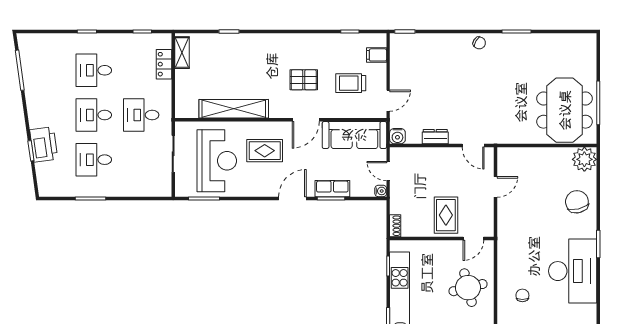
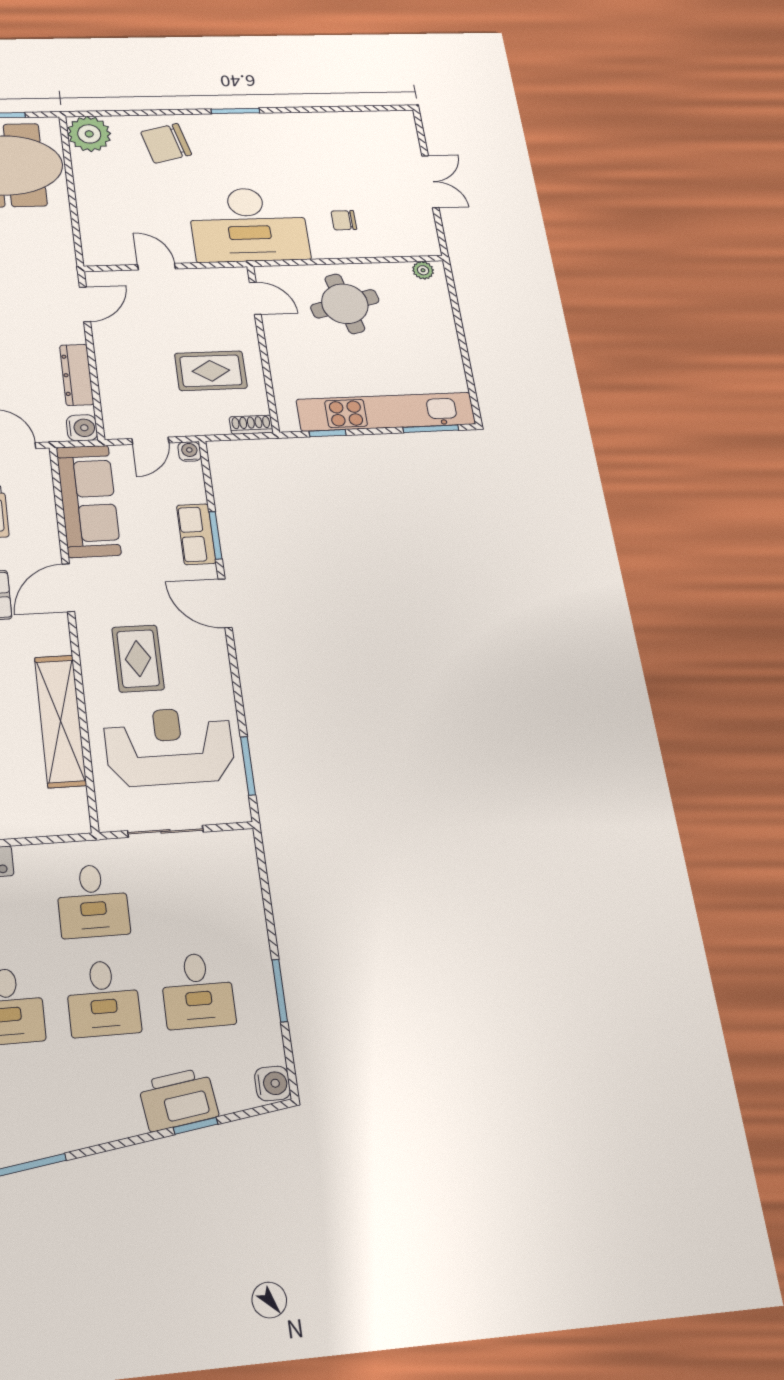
door: (306, 120) -> (68, 588), swing flipped
dresser: (435, 137) -> (77, 375), width x1.44
water cooler: (47, 189) -> (273, 1083), added
rug: (446, 215) -> (211, 371), moved
desk: (573, 271) -> (249, 225), moved, turned 180

